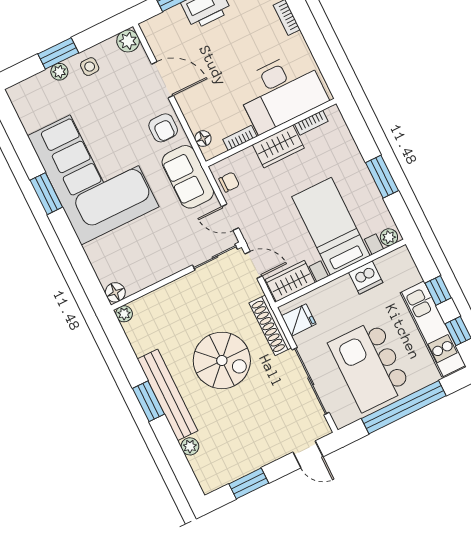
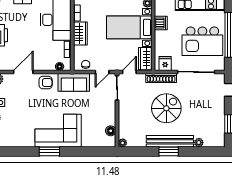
corner sofa: (93, 171) -> (58, 131), width x0.73, depth x0.74
floor lamp: (115, 292) -> (111, 131), moved

